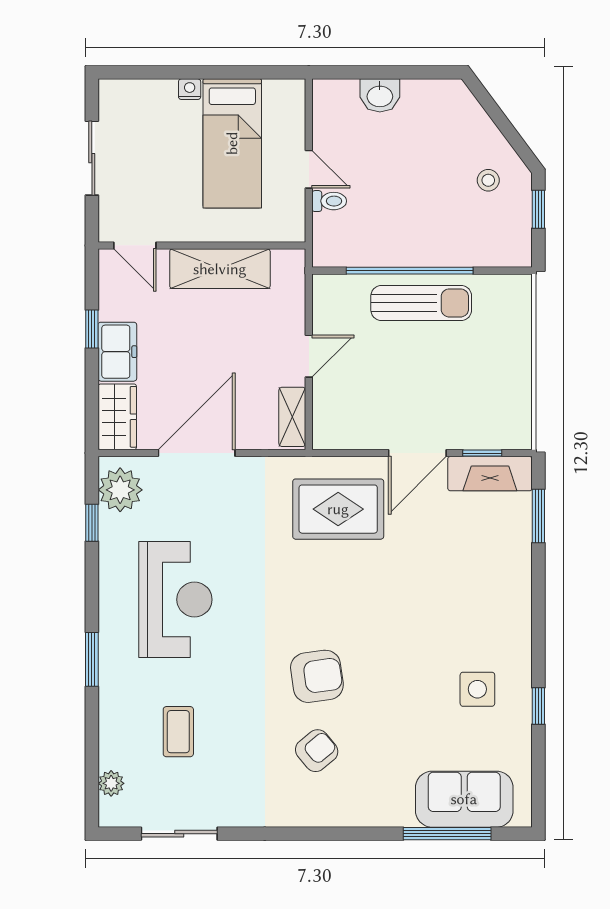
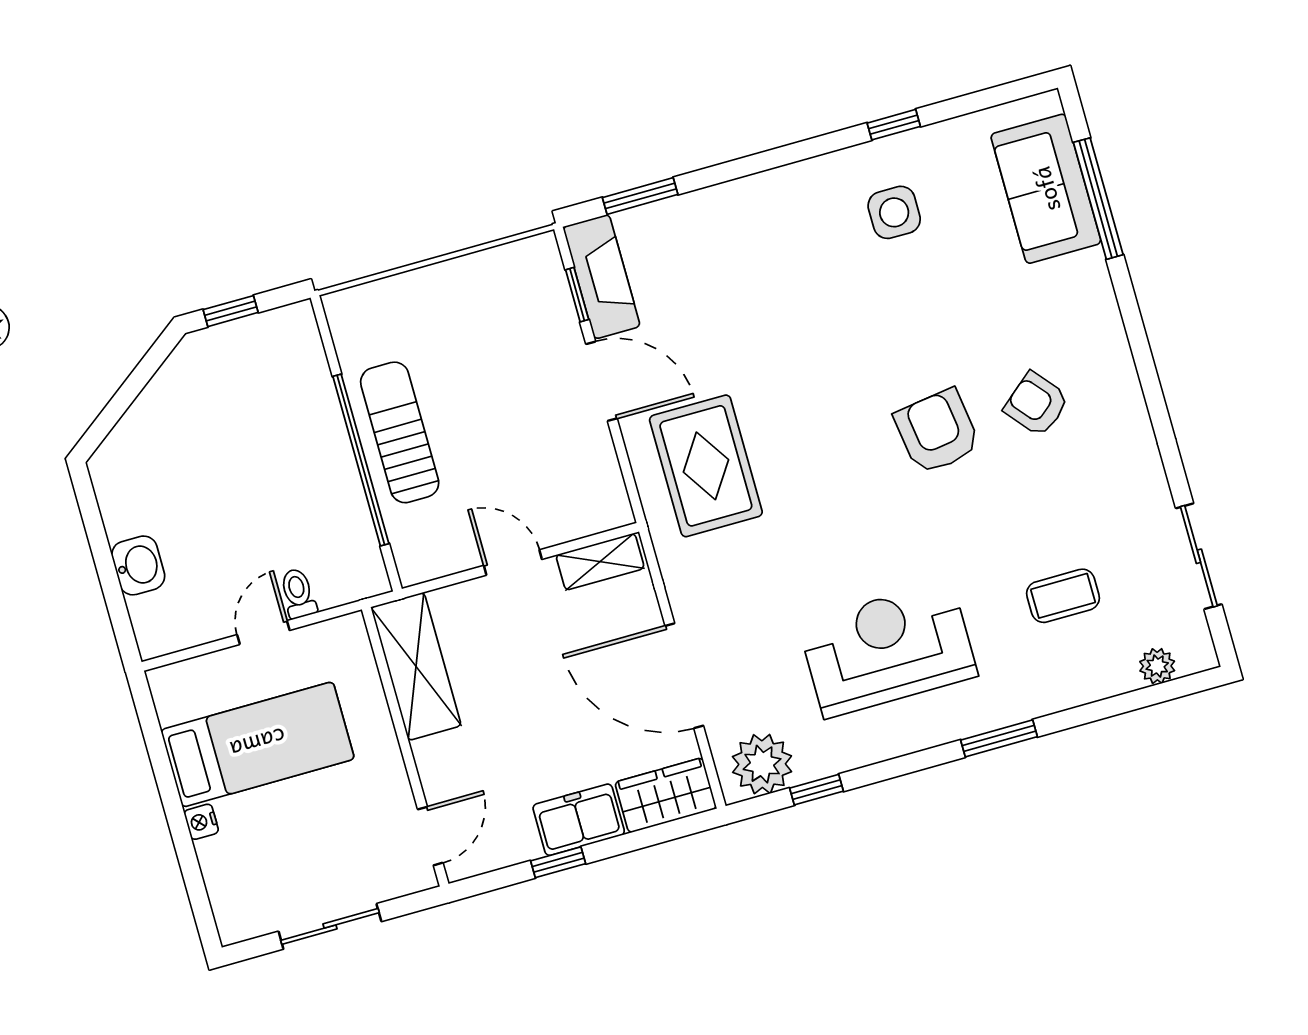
stool: (488, 180) -> (211, 389), removed
shelving: (220, 269) -> (416, 666), moved

